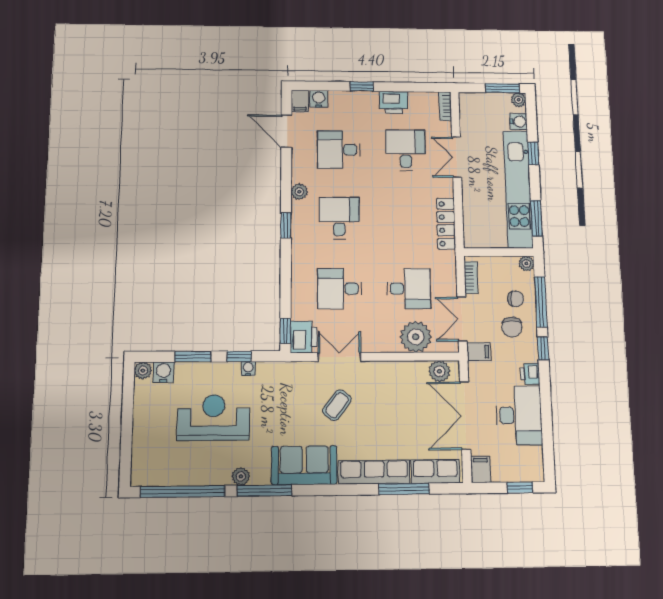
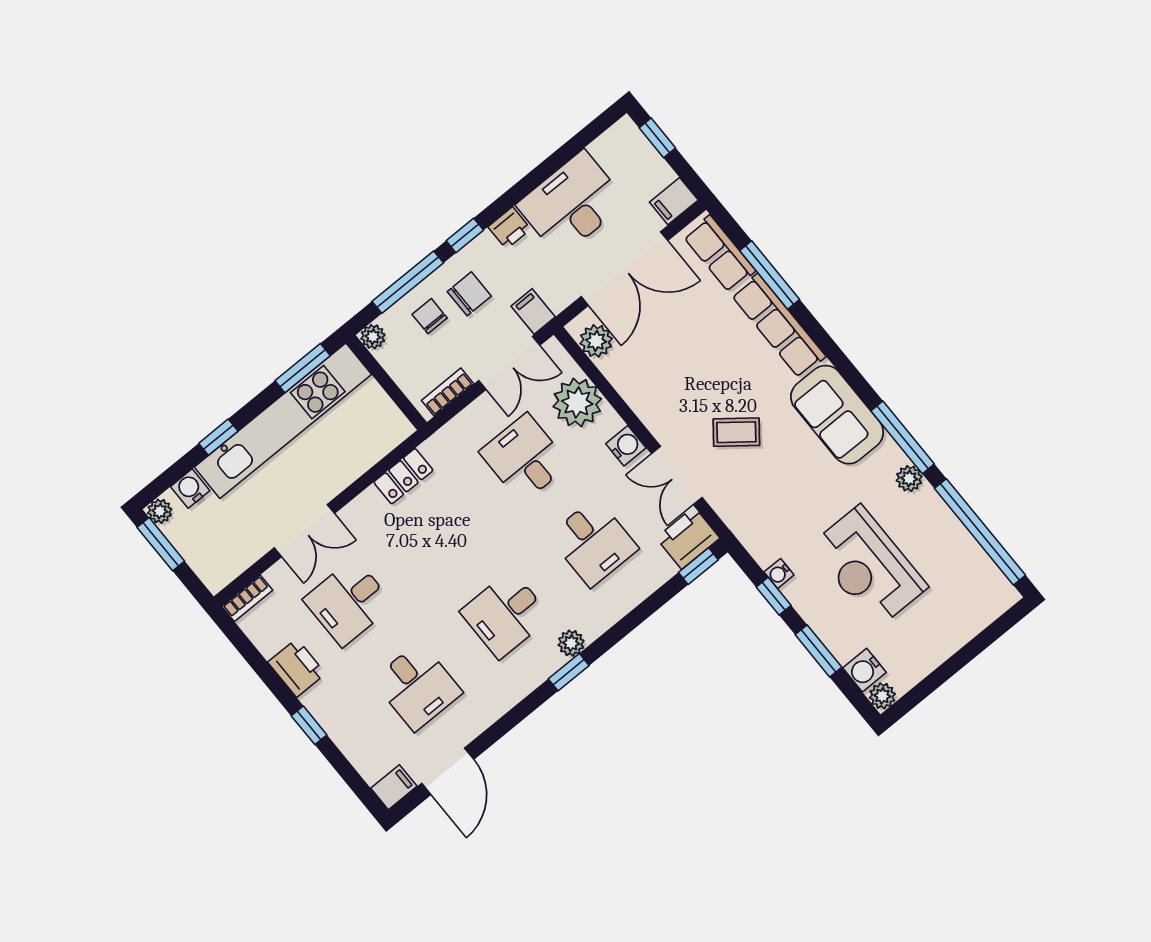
water cooler: (319, 99) -> (626, 446), moved, turned 180
plant: (299, 192) -> (571, 643), moved
locker: (446, 224) -> (403, 476), width x0.66

